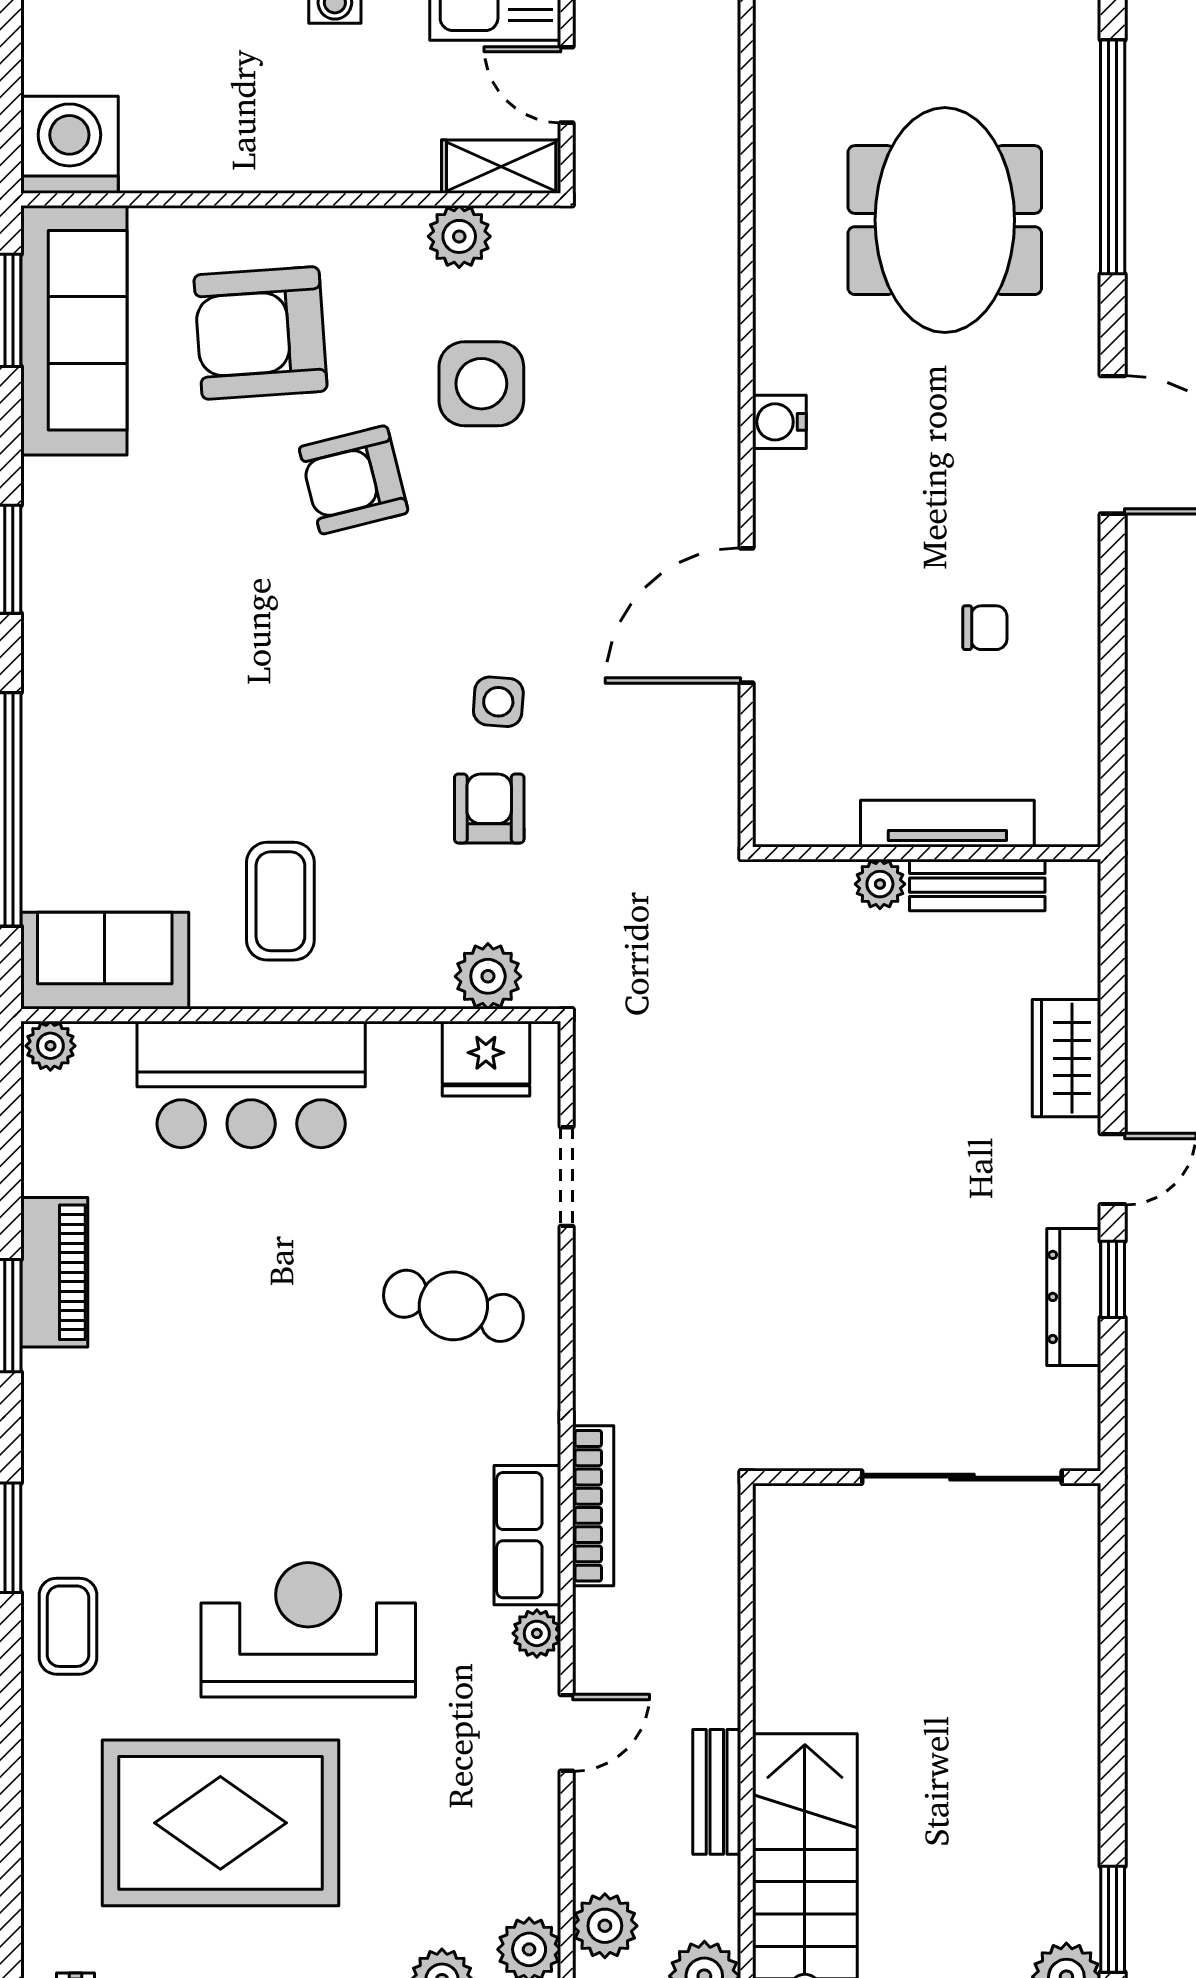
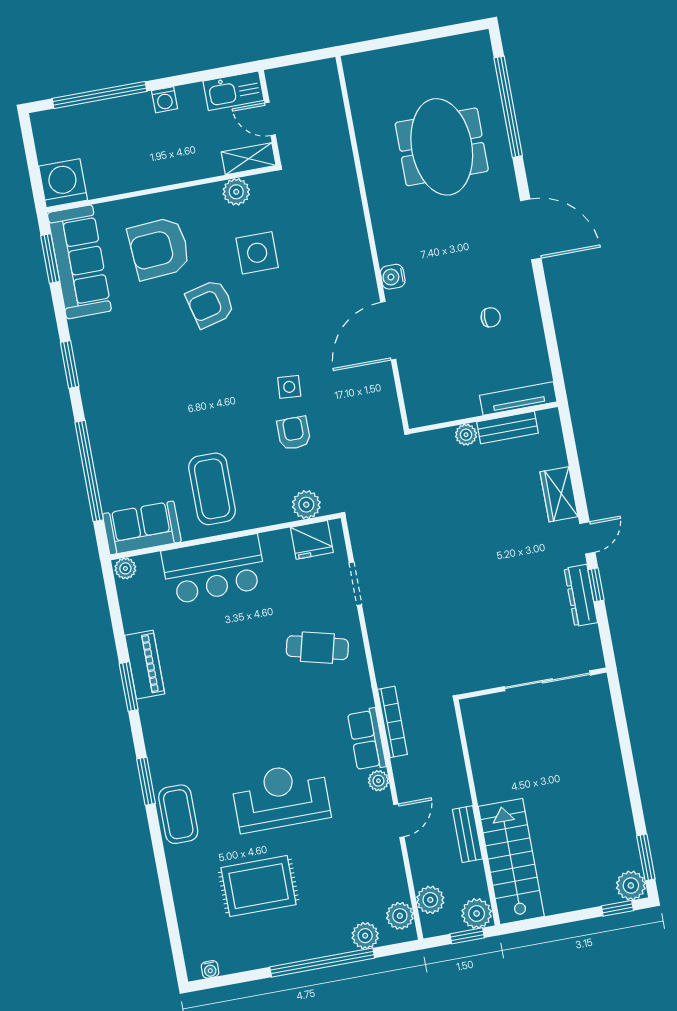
water cooler: (779, 422) -> (393, 277), moved
tv unit: (947, 824) -> (518, 399), moved
coffee table: (280, 901) -> (212, 489), width x1.36, depth x1.32
coffee table: (68, 1626) -> (178, 814), width x1.36, depth x1.30
rug: (220, 1823) -> (259, 886), width x0.73, depth x0.69

